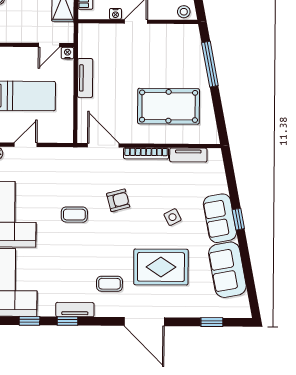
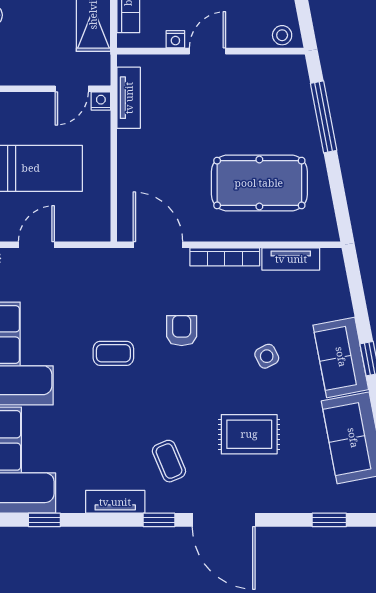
tv unit: (85, 78) -> (129, 98), moved
armchair: (118, 200) -> (182, 331), turned -75
rug: (161, 267) -> (249, 434), width x0.73, depth x0.70
coffee table: (109, 284) -> (169, 461), turned 67
window: (68, 321) -> (159, 520), moved

